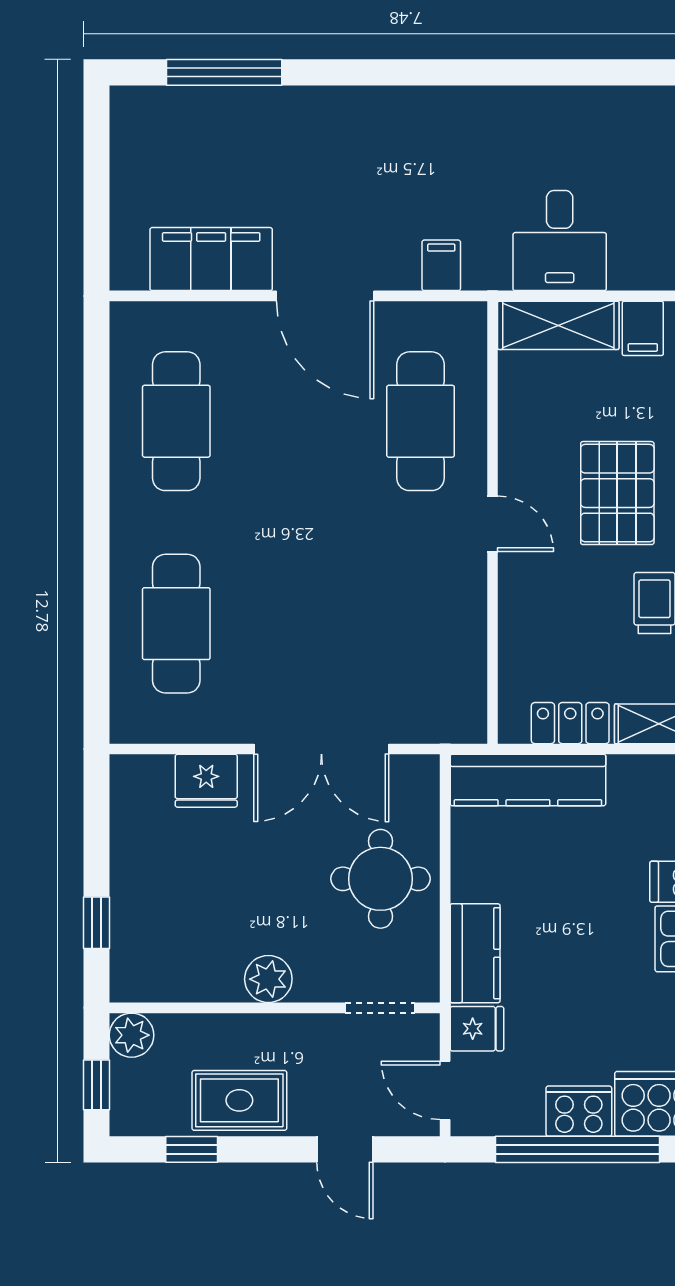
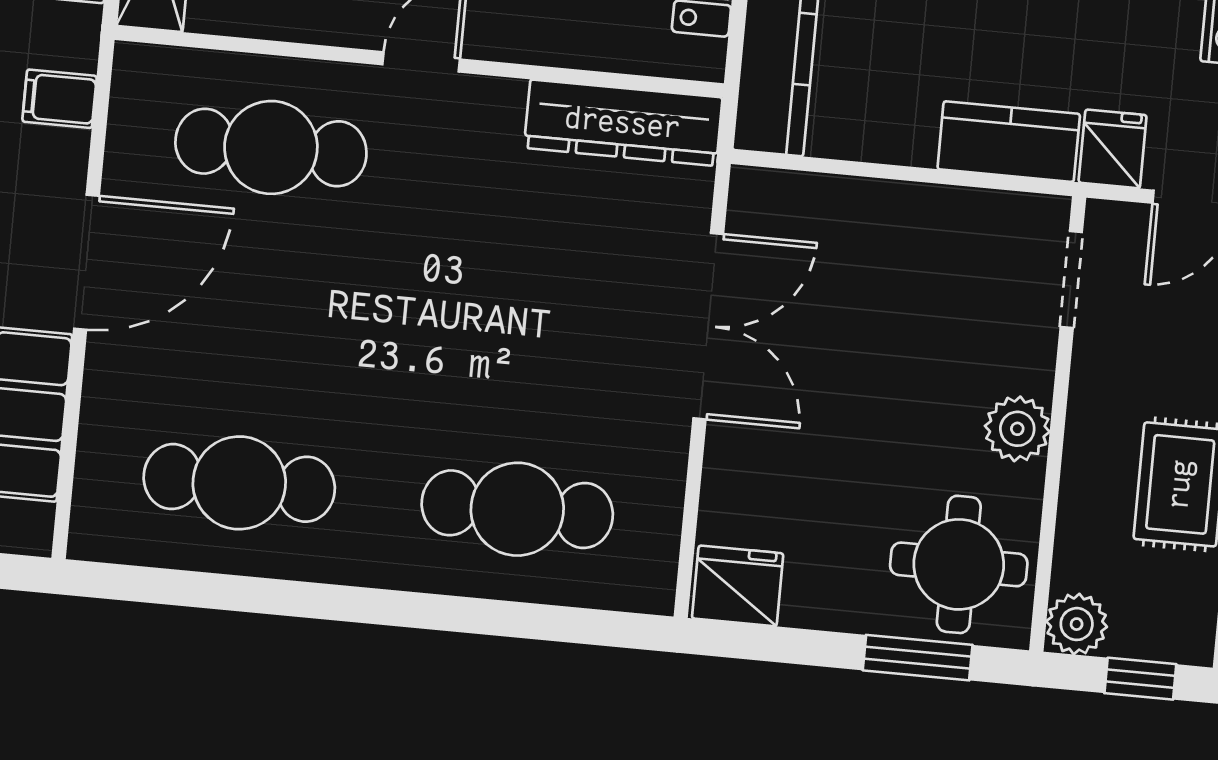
dresser: (462, 674) -> (623, 123), added
fridge: (206, 781) -> (738, 586), moved, turned -90
round table: (380, 879) -> (959, 564), moved
window: (96, 923) -> (918, 658), width x1.50

